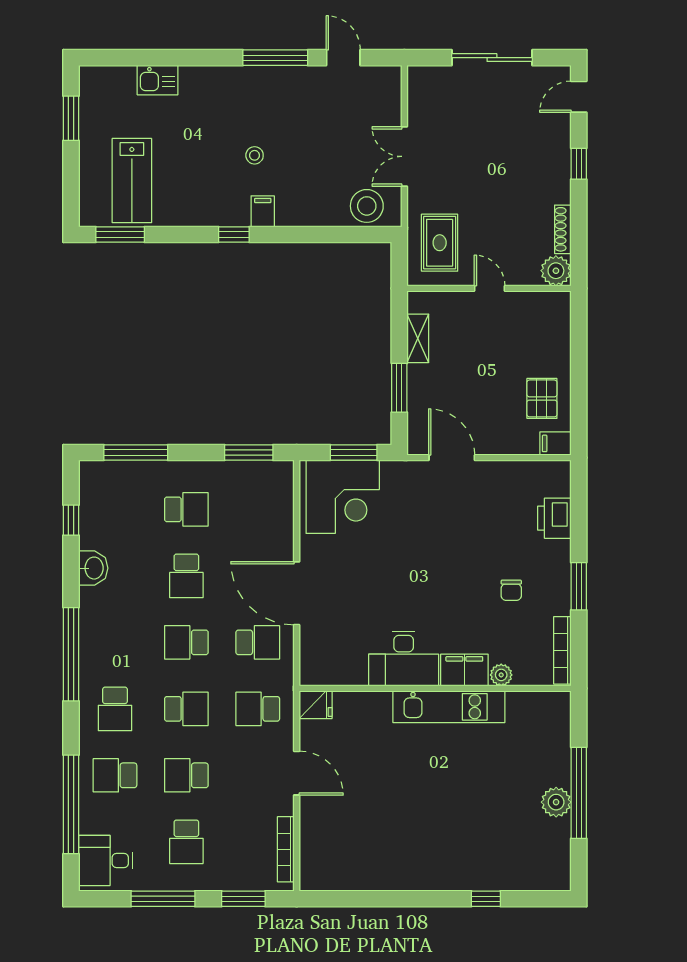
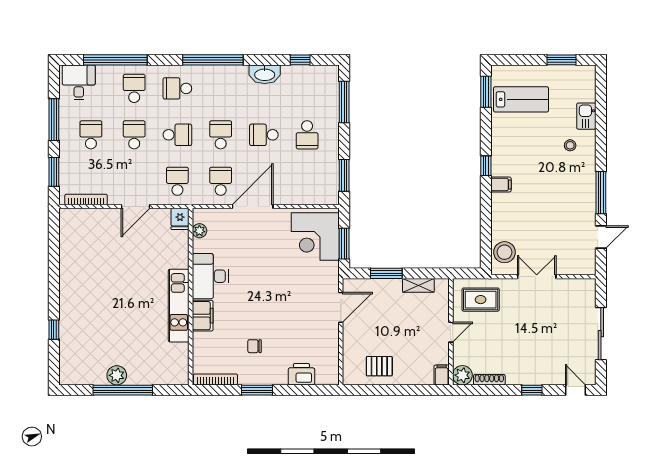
stool: (255, 155) -> (570, 145), moved
lab bench: (132, 181) -> (521, 99), turned 180
filing cabinet: (555, 443) -> (442, 375), moved
washbasin: (93, 568) -> (265, 74), width x1.38
school desk: (258, 642) -> (221, 181), turned 180
plant: (501, 675) -> (199, 231), moved
school desk: (186, 709) -> (177, 135), turned -90
school desk: (186, 842) -> (91, 135), turned 90

